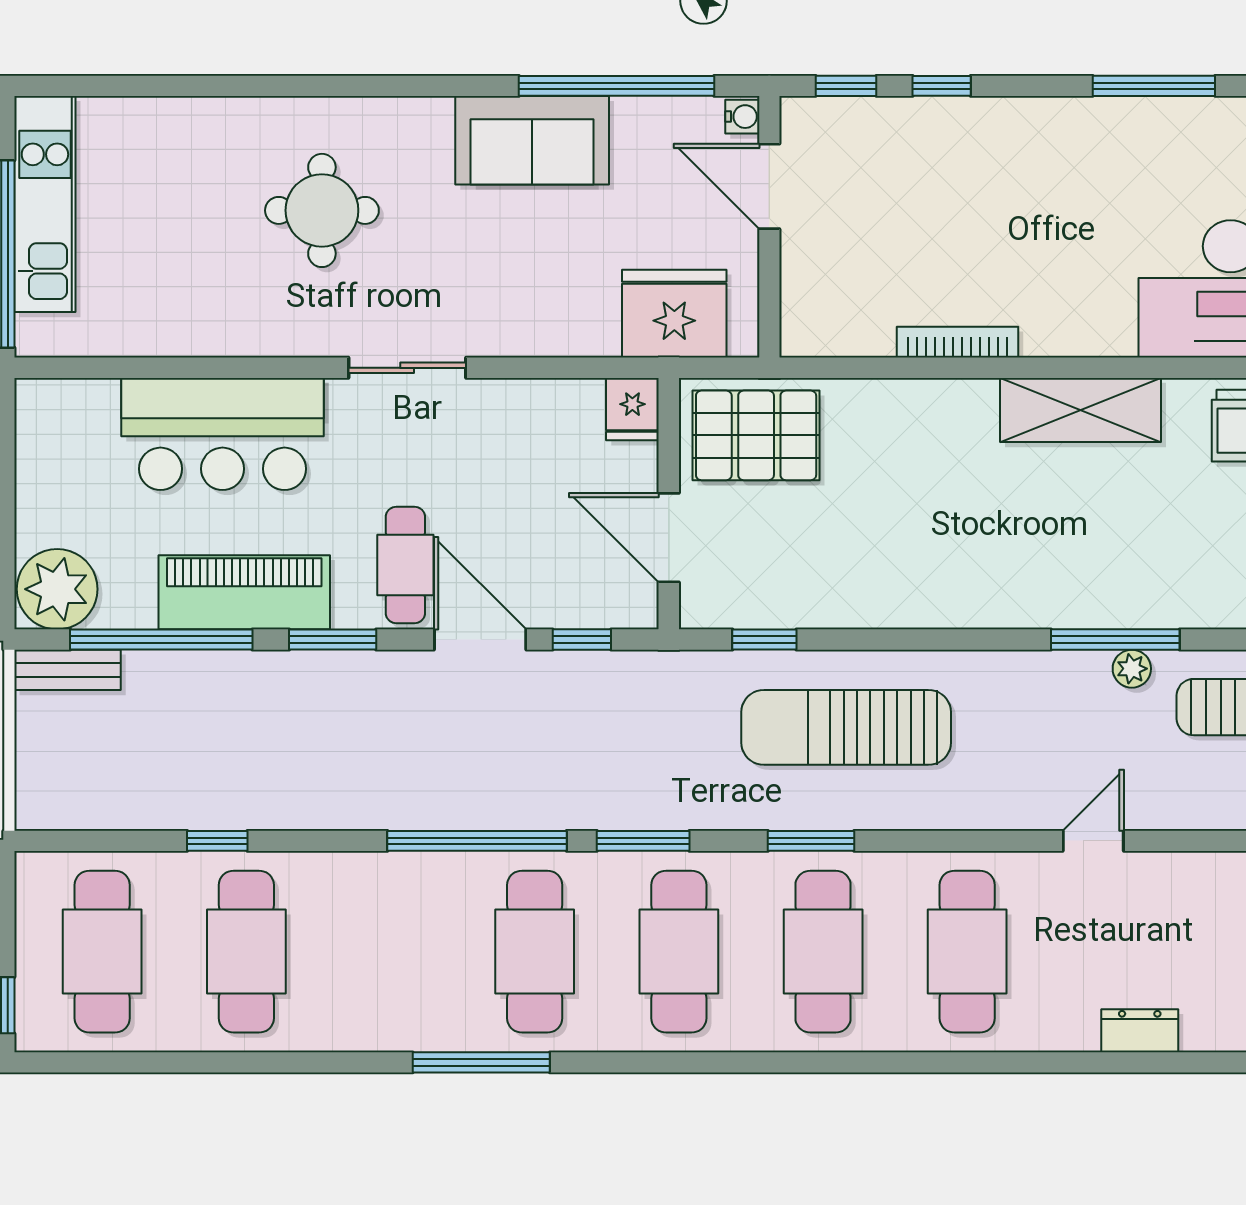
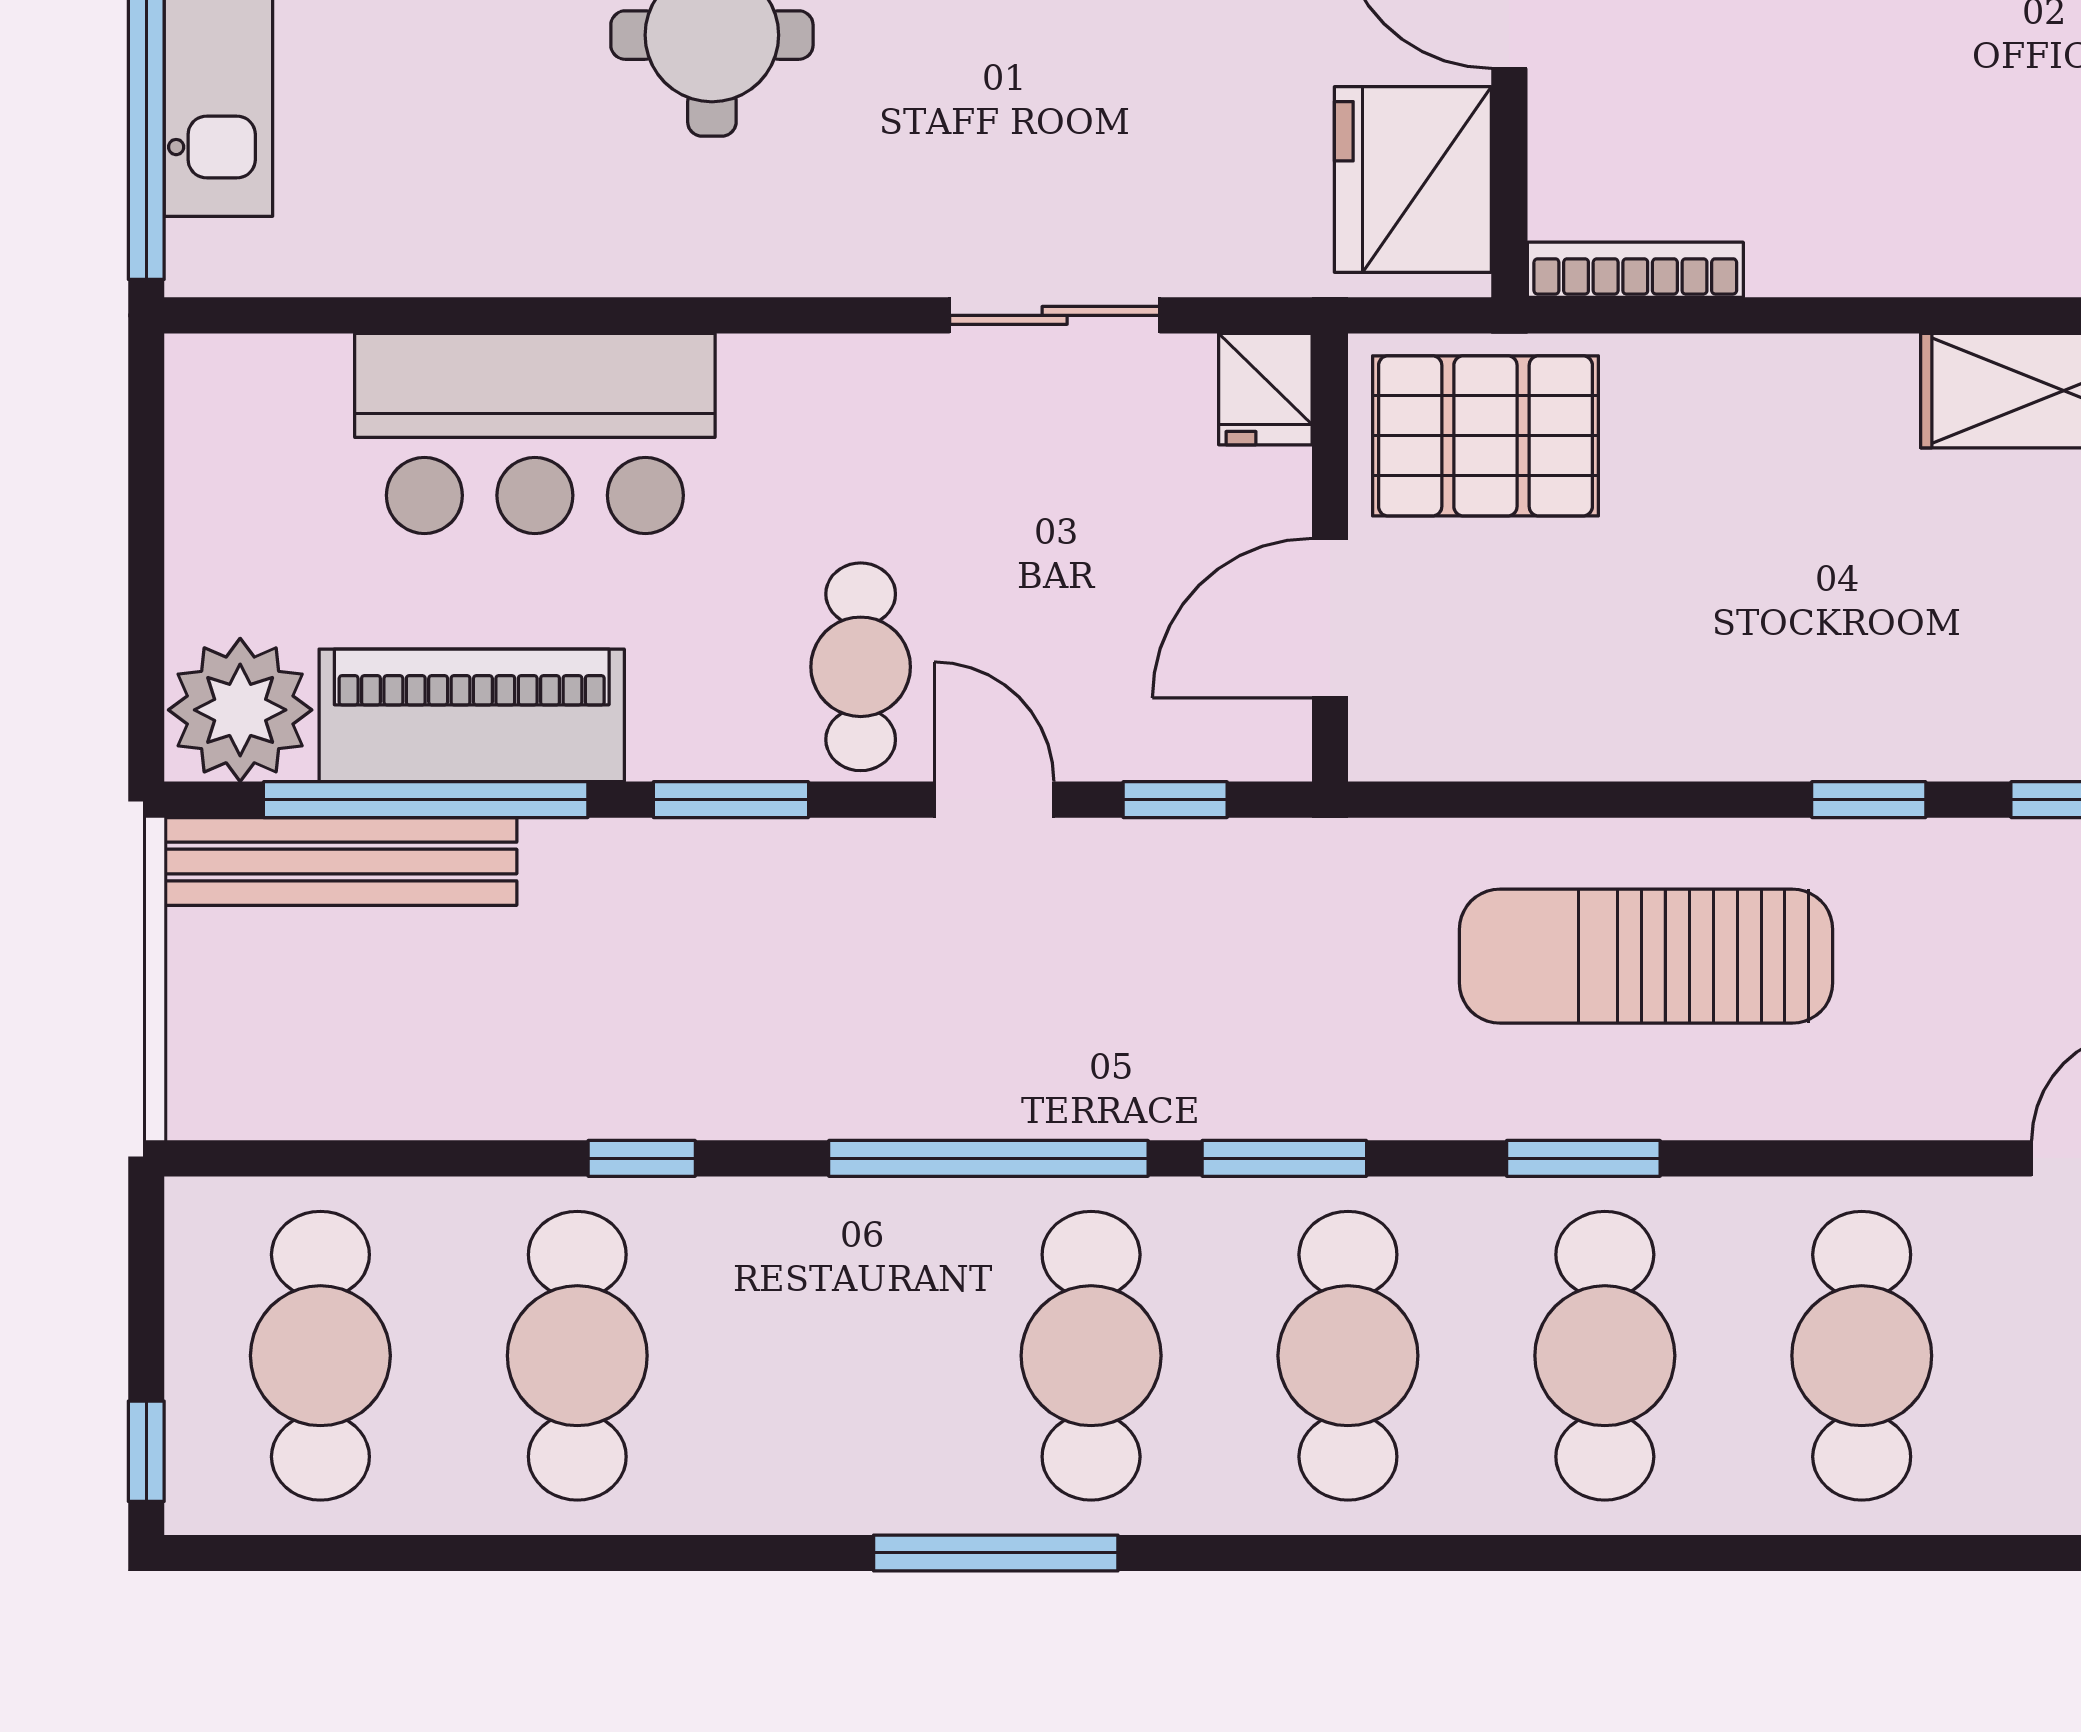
fridge: (674, 314) -> (1413, 179), moved, turned -90
bookcase: (957, 342) -> (1635, 270), moved
sliding door: (407, 368) -> (1055, 315), moved
door: (669, 538) -> (1330, 618), hinge flipped
piano: (244, 592) -> (472, 715), moved
door: (480, 640) -> (994, 800), width x0.73
window: (764, 640) -> (1869, 800), moved
bench: (68, 670) -> (341, 861), width x1.86, depth x1.21
window: (217, 841) -> (642, 1158), moved

